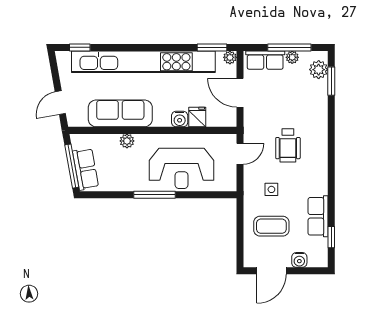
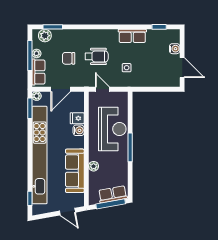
chair: (285, 104) -> (69, 58), added
row of seats: (318, 216) -> (132, 36), moved
coffee table: (271, 226) -> (152, 68), removed

